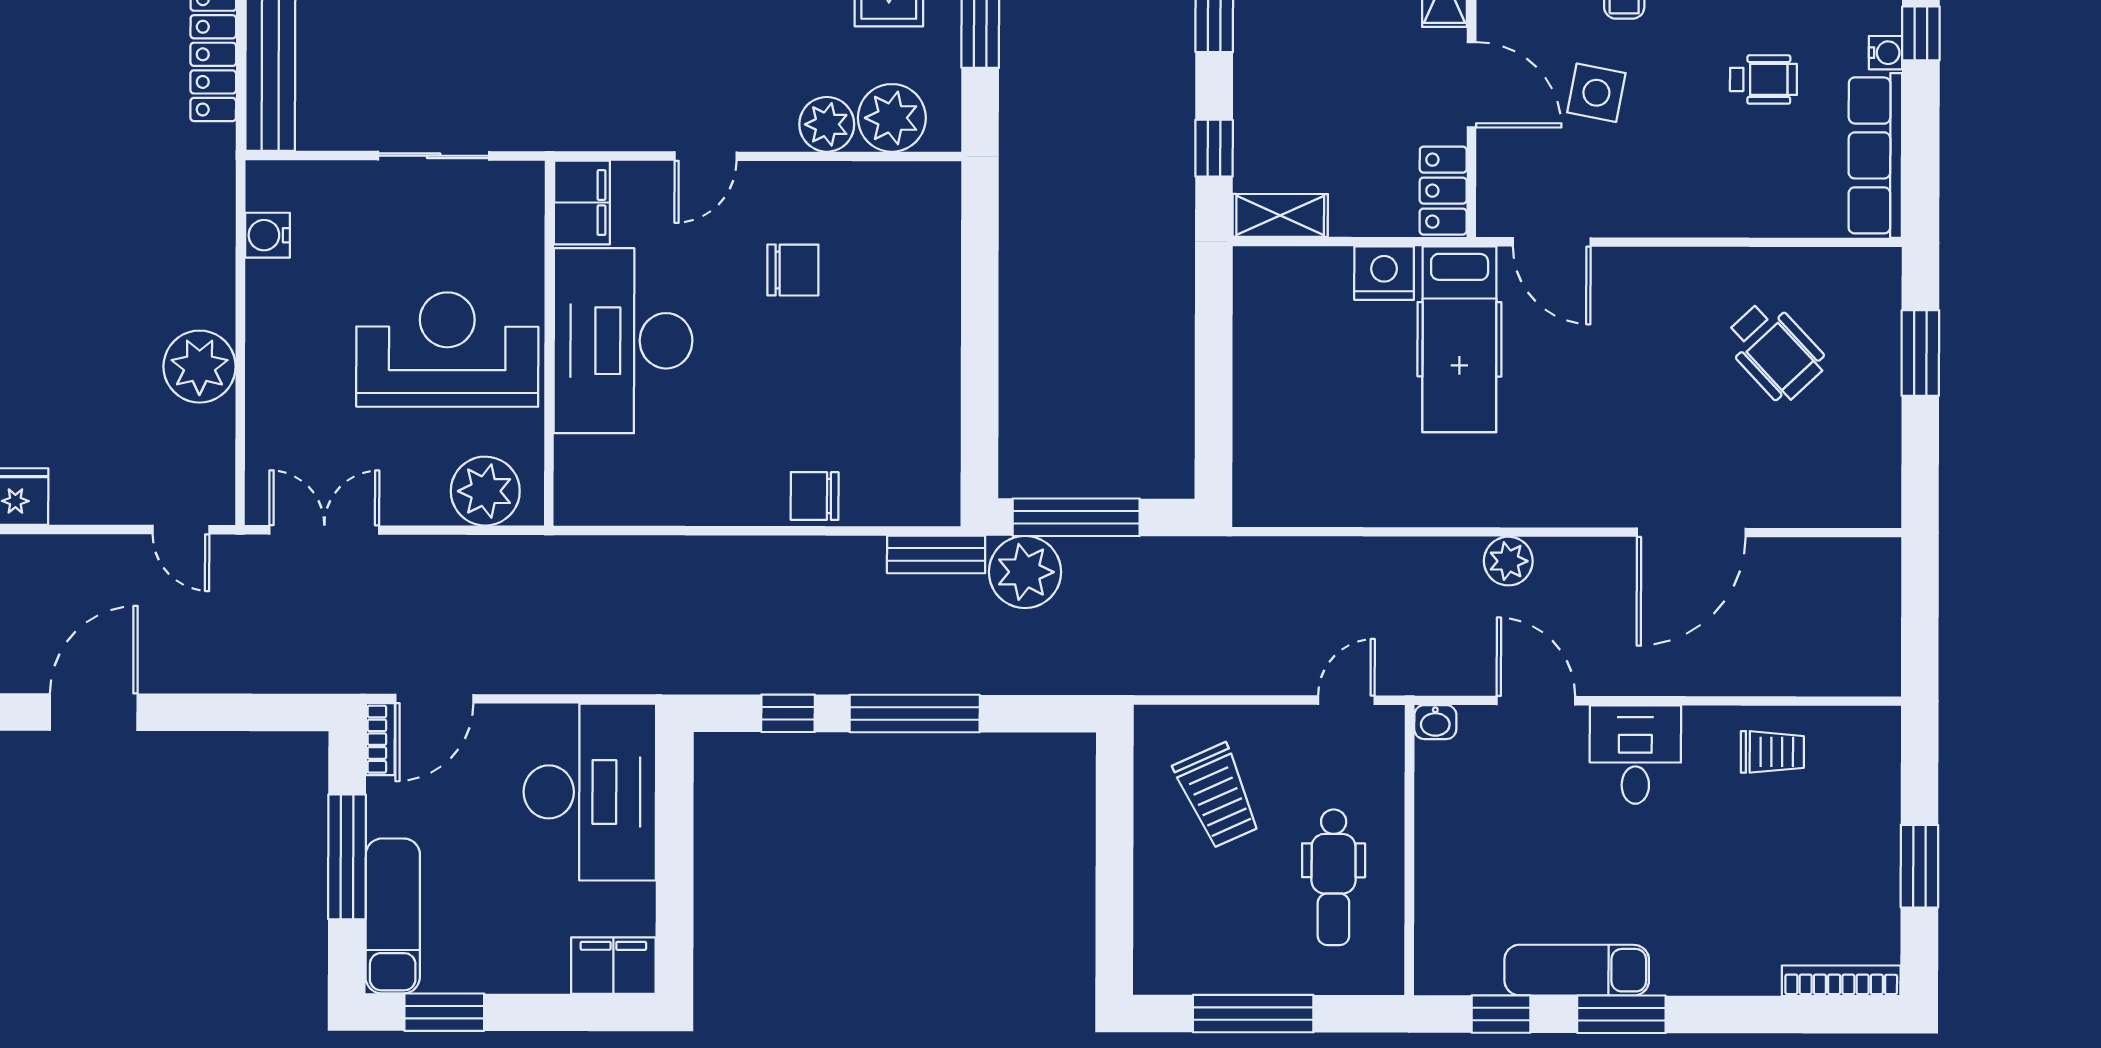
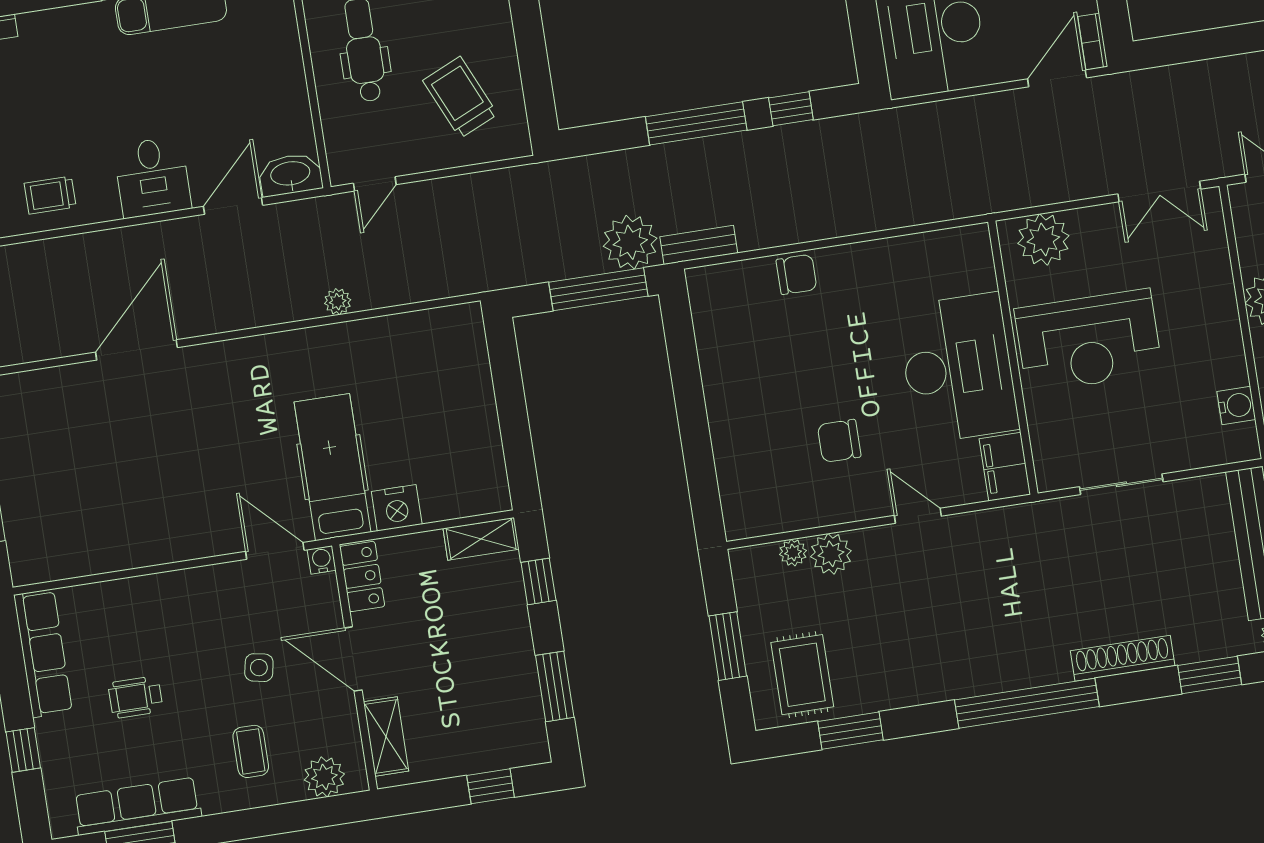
water cooler: (1885, 53) -> (322, 560), moved, turned 90
side table: (1596, 93) -> (259, 668), width x0.73, depth x0.73
plant: (892, 118) -> (793, 553), width x0.53, depth x0.53
door: (706, 156) -> (918, 516), hinge flipped
wheelchair: (1775, 351) -> (95, 495), removed
plant: (1508, 561) -> (338, 302), moved, width x0.73, depth x0.73
door: (1536, 701) -> (233, 206), swing flipped
washbasin: (1435, 722) -> (290, 175), width x1.91, depth x1.45

